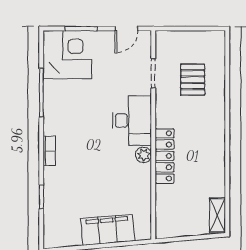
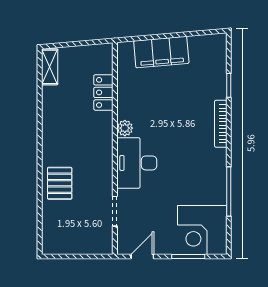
pallet: (193, 80) -> (60, 183), moved
bookcase: (49, 151) -> (221, 124), width x1.56
locker: (165, 156) -> (103, 92), moved, width x0.66

